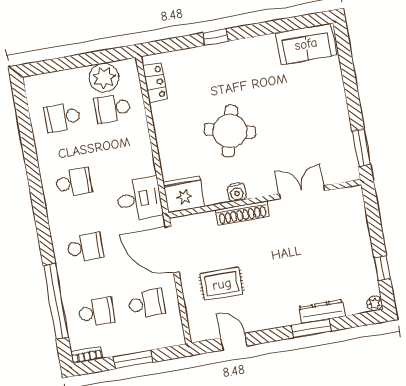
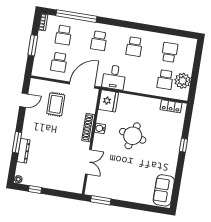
school desk: (112, 109) -> (165, 80), turned 180

